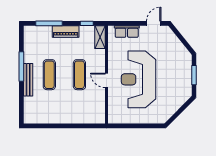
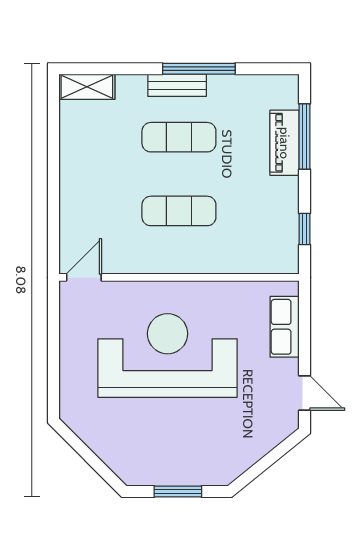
piano: (66, 32) -> (285, 143), moved
shelving: (100, 37) -> (87, 87), moved
bench: (28, 80) -> (177, 85), width x0.73
door: (107, 80) -> (84, 277), moved

